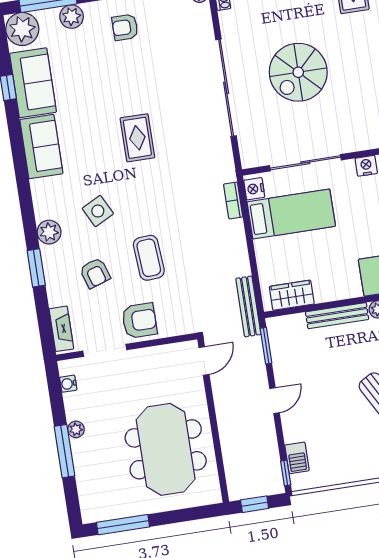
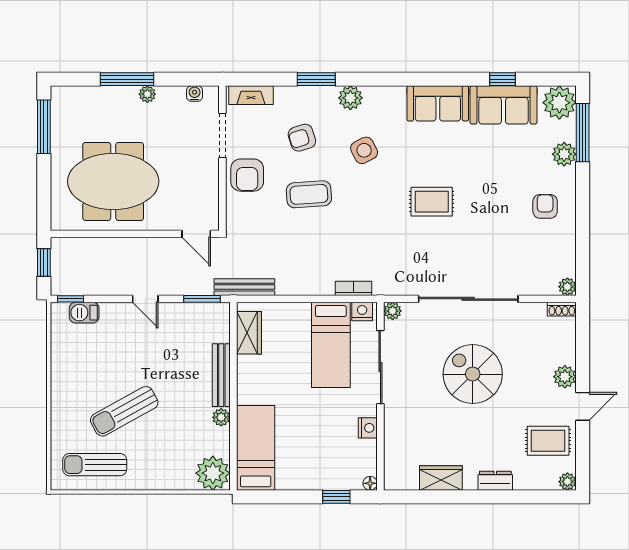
plant: (249, 159) -> (393, 311), added

